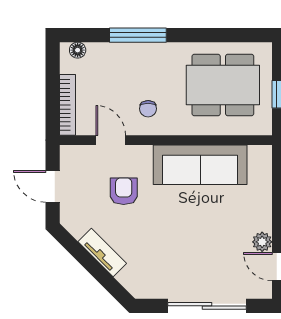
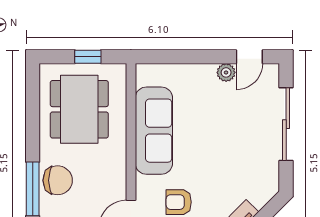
chair: (148, 109) -> (58, 180), moved, width x1.87, depth x1.87

